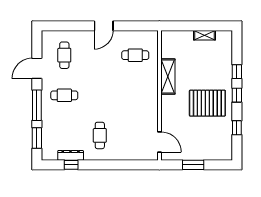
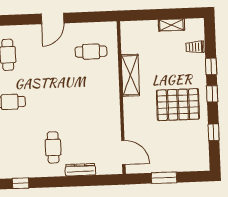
trolley: (224, 55) -> (195, 47), added
dresser: (71, 155) -> (80, 170), moved

